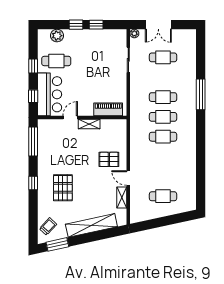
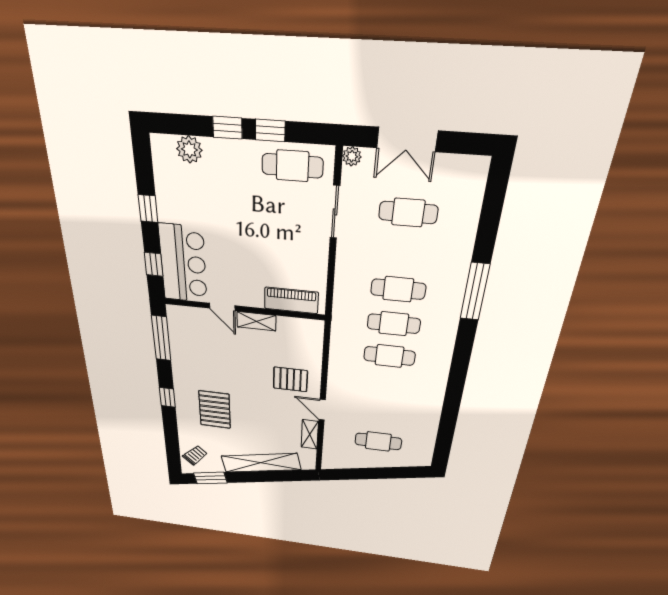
cafe table: (56, 61) -> (292, 166), moved
door: (70, 117) -> (222, 307), swing flipped

